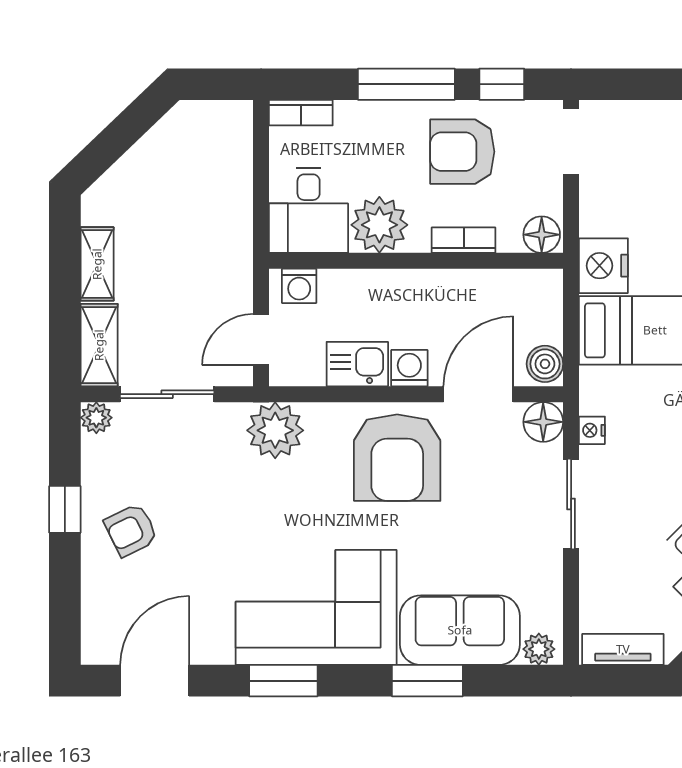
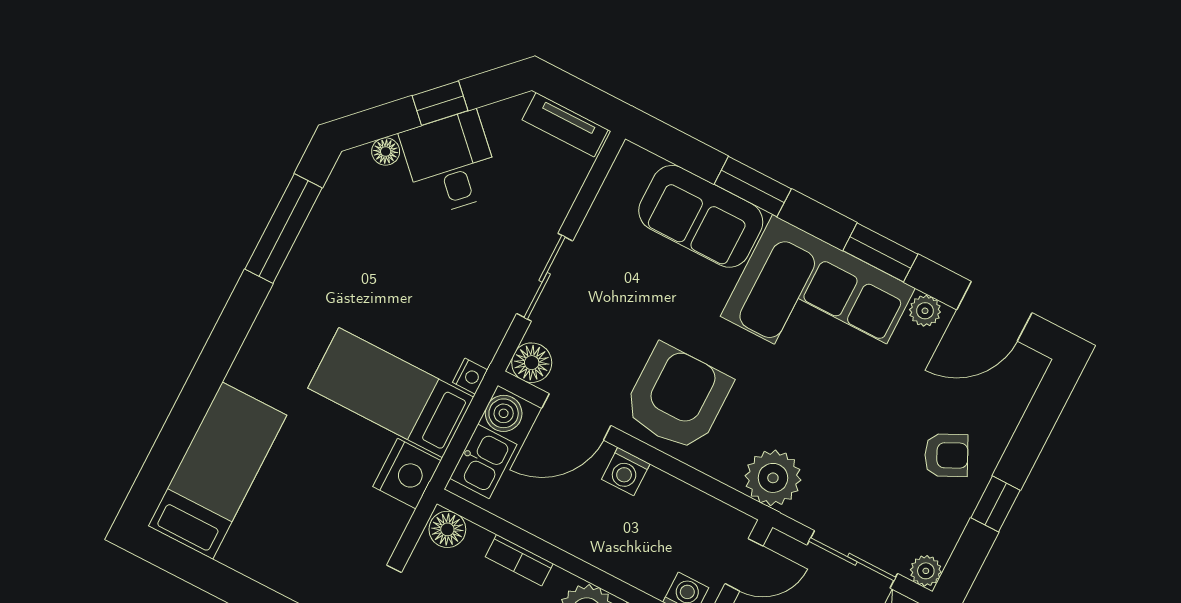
kitchen sink: (357, 364) -> (483, 461), moved, turned -90
nightstand: (592, 430) -> (470, 376), moved
plant: (539, 649) -> (925, 311), moved

